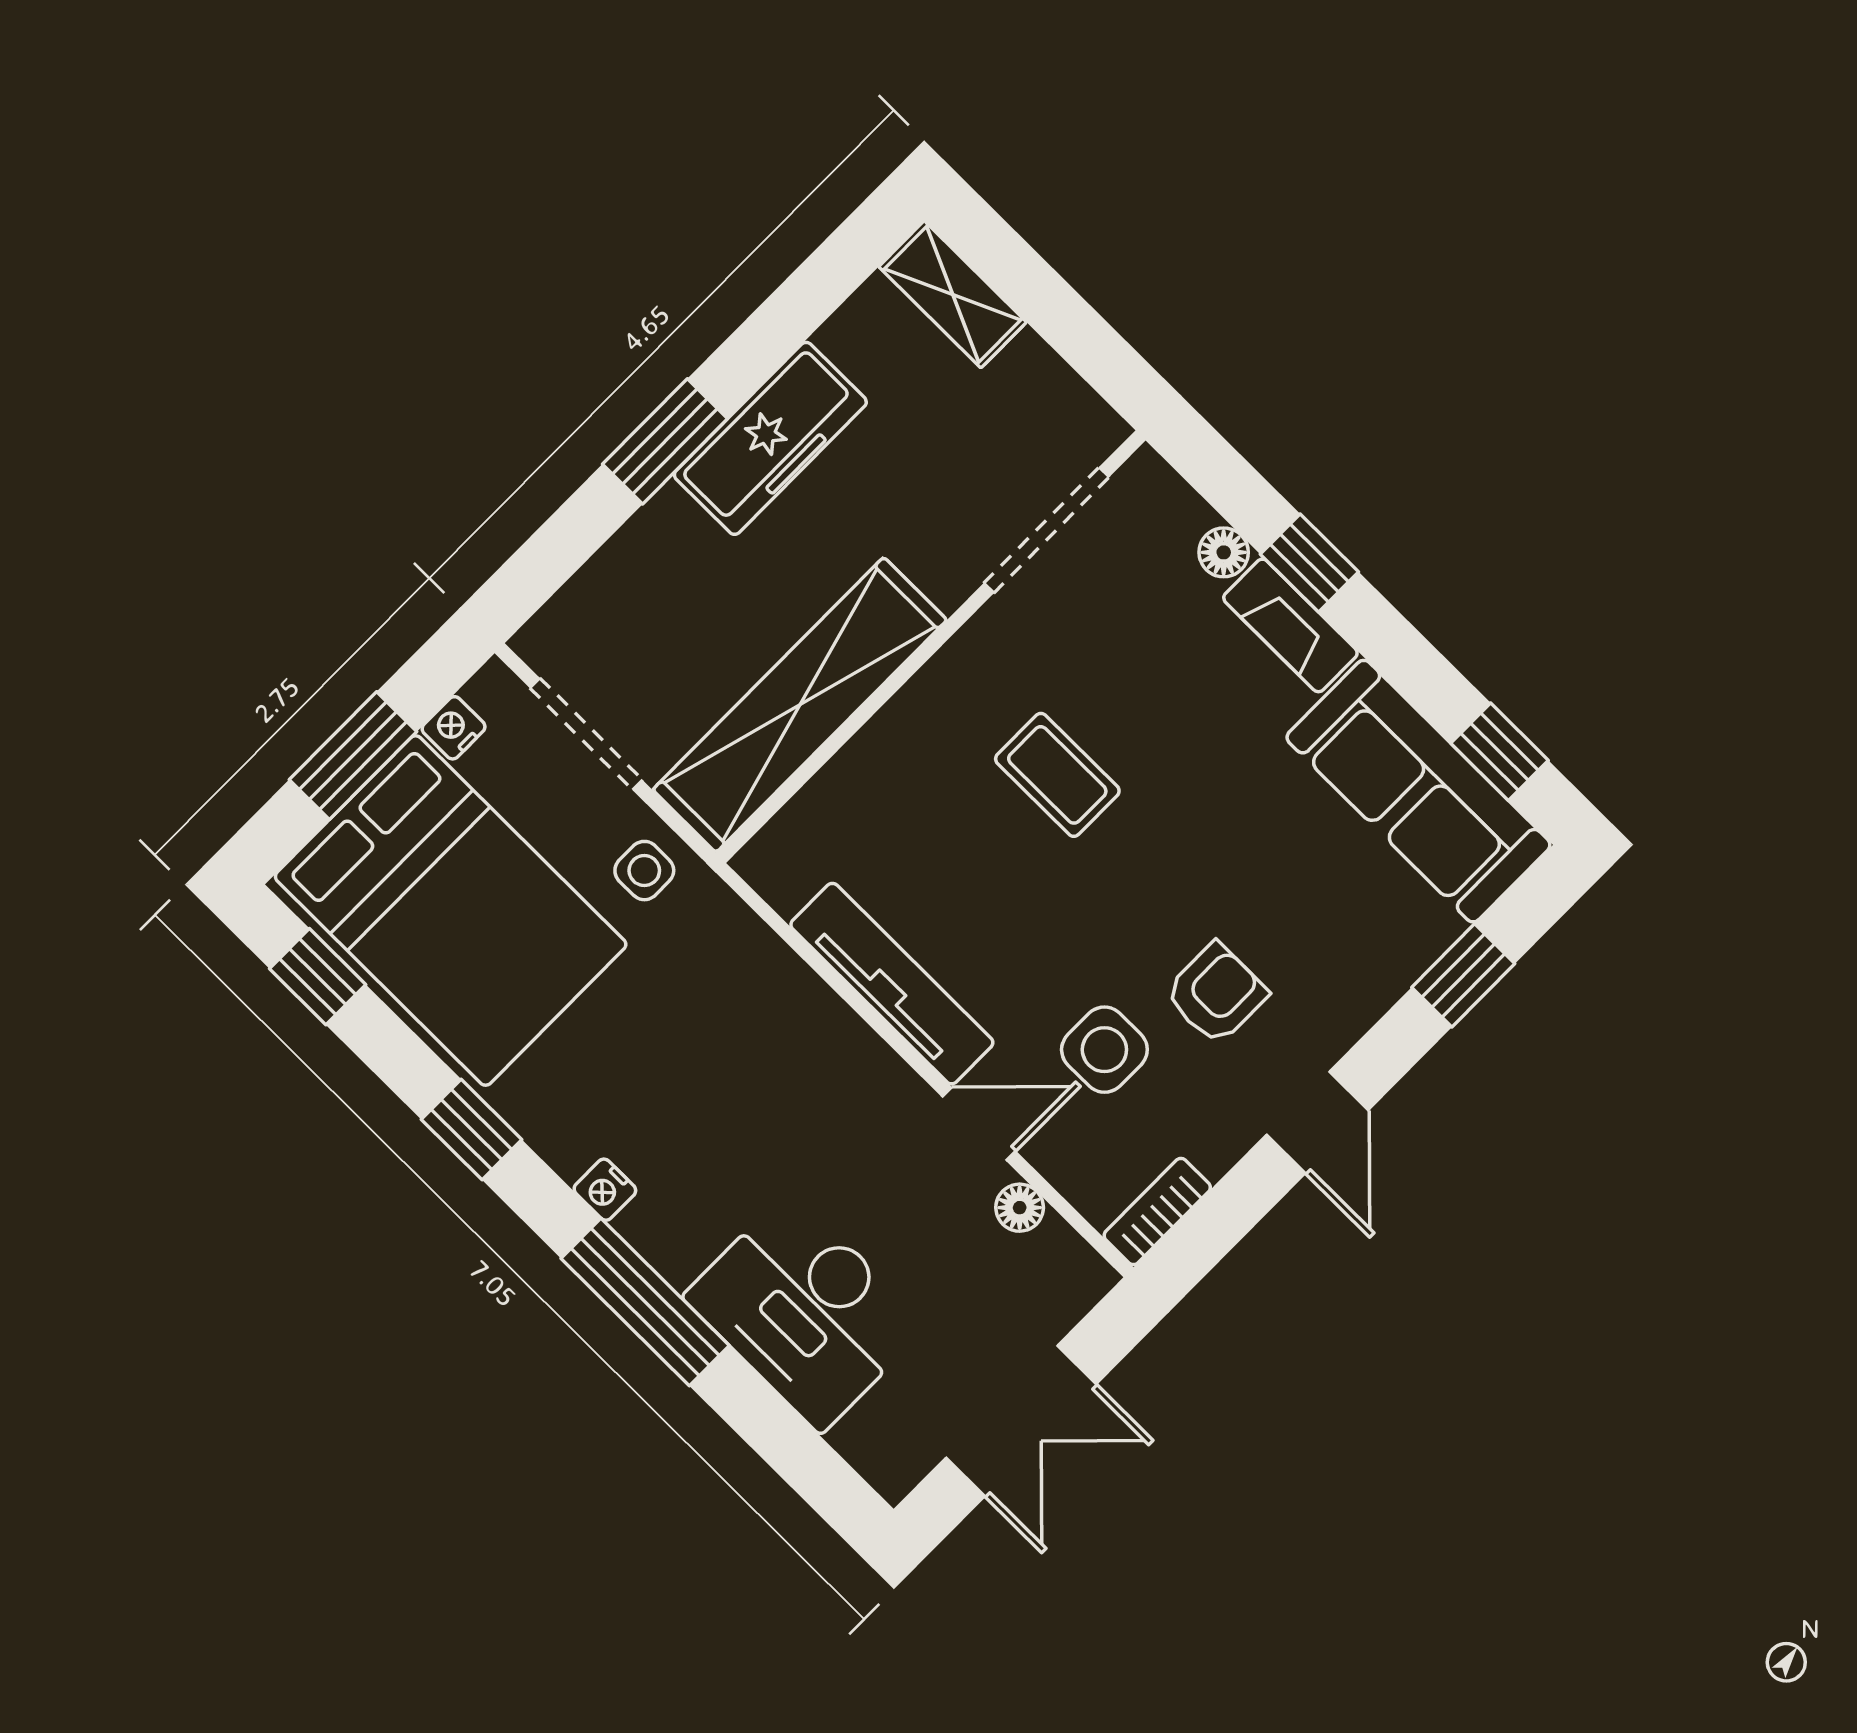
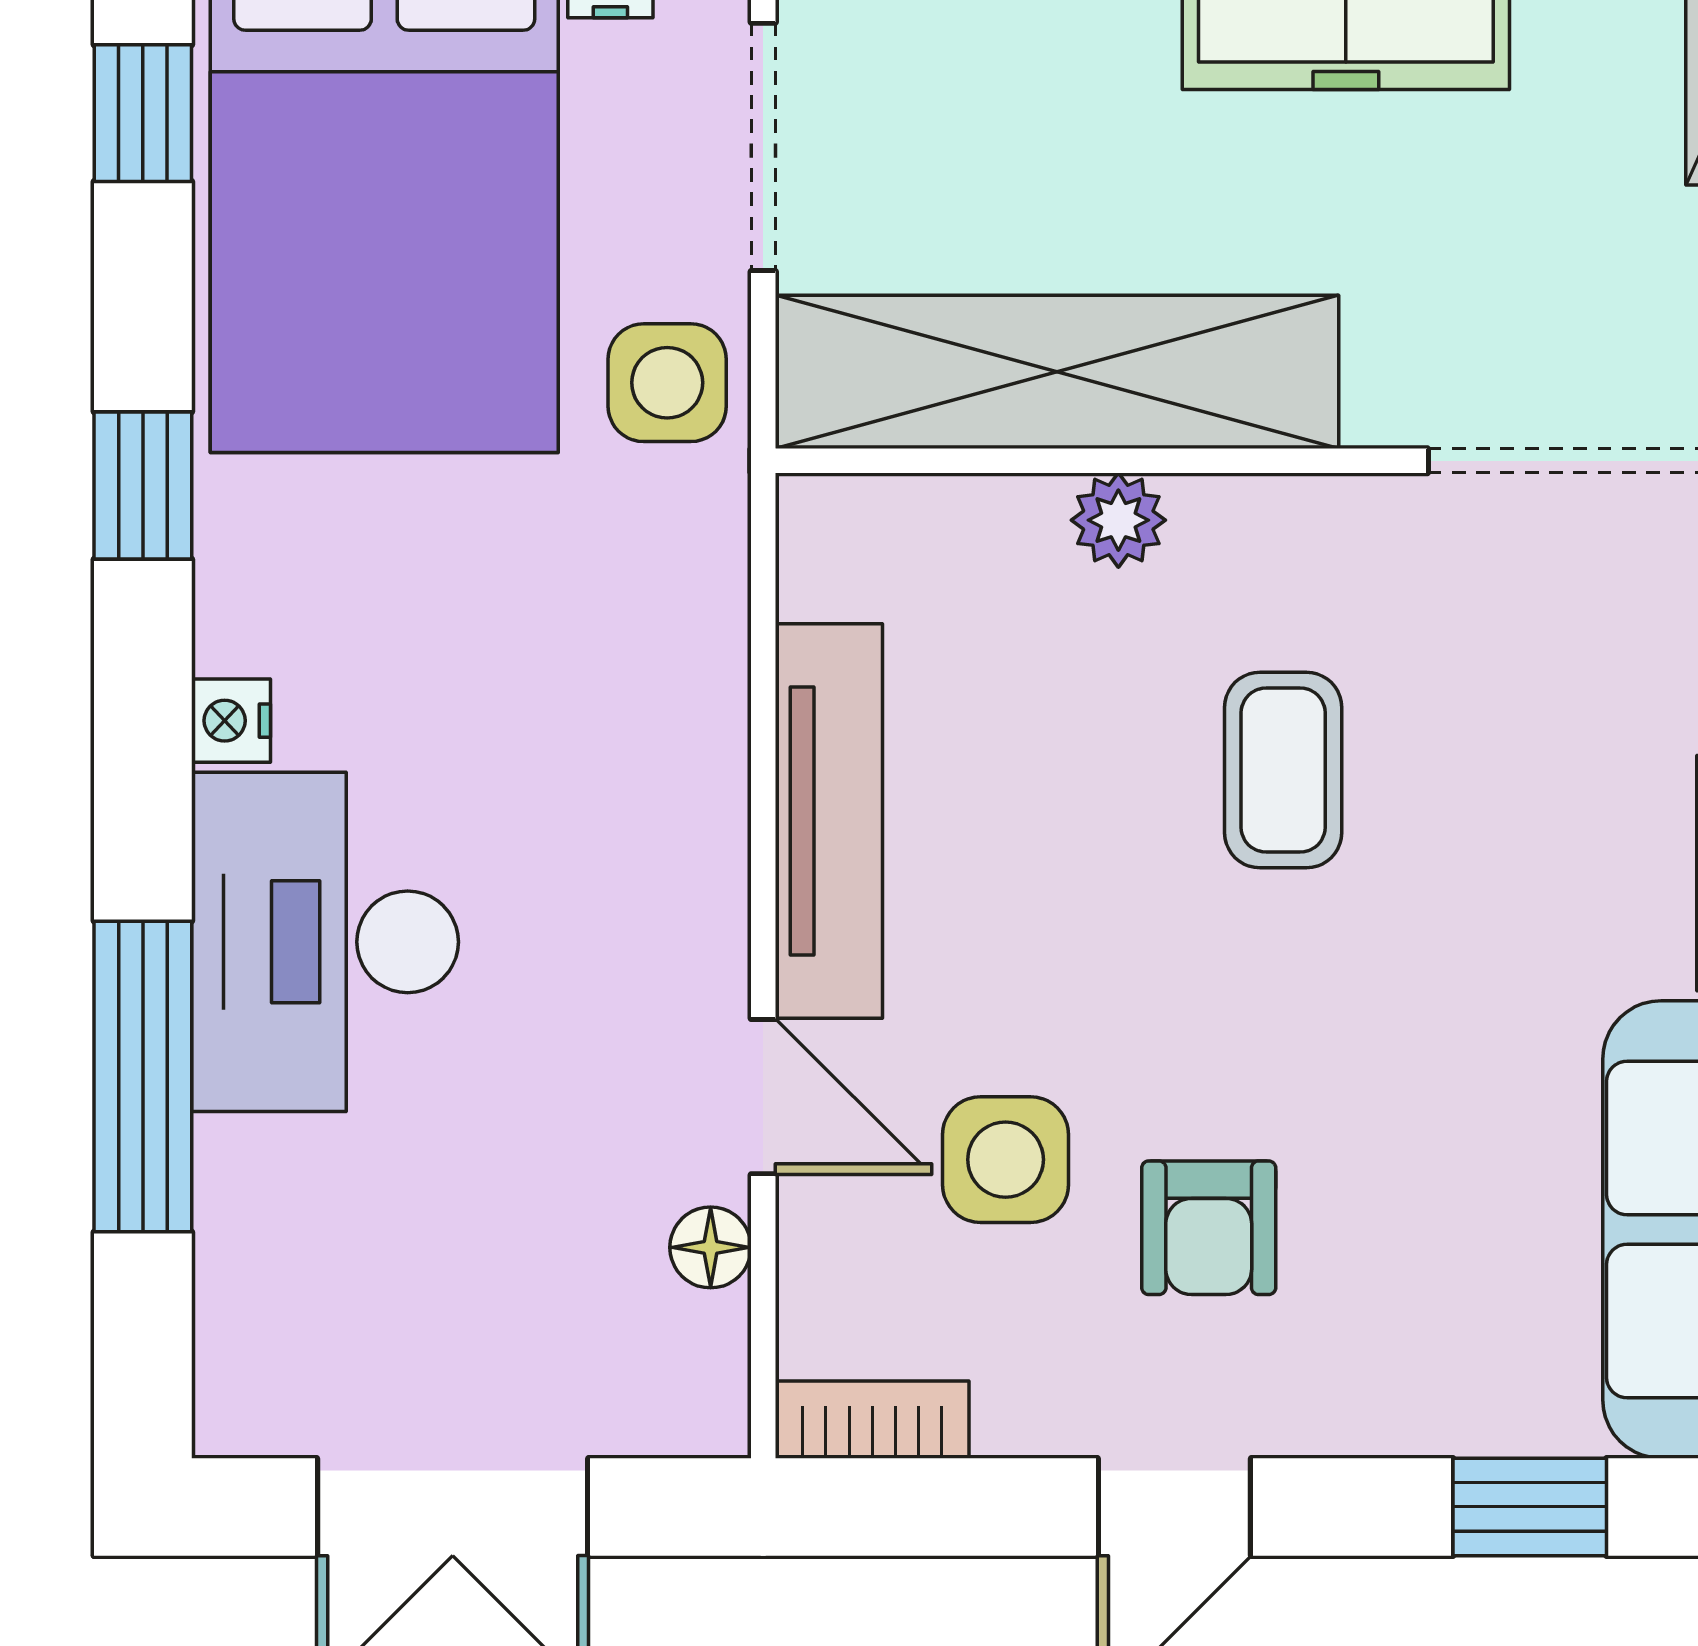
plant: (886, 740) -> (1118, 520), added
side table: (644, 871) -> (667, 383), width x1.37, depth x1.37
armchair: (1216, 994) -> (1209, 1228), turned 90
window: (645, 1302) -> (143, 1076), moved
desk: (805, 1311) -> (325, 942), moved

